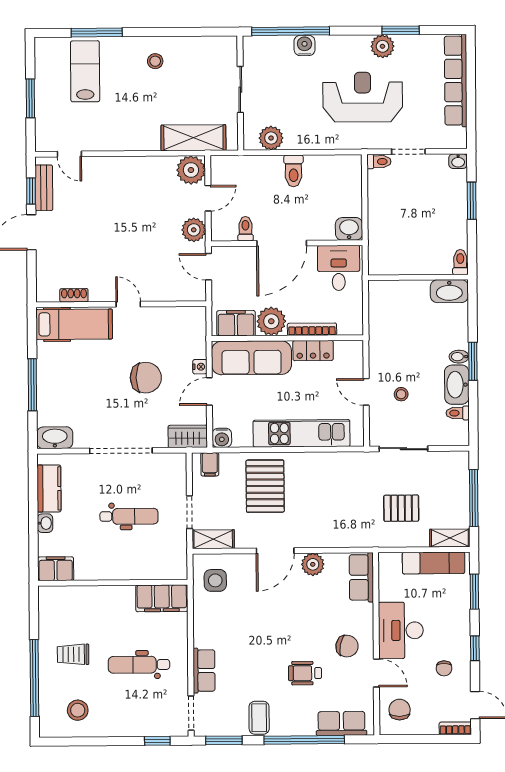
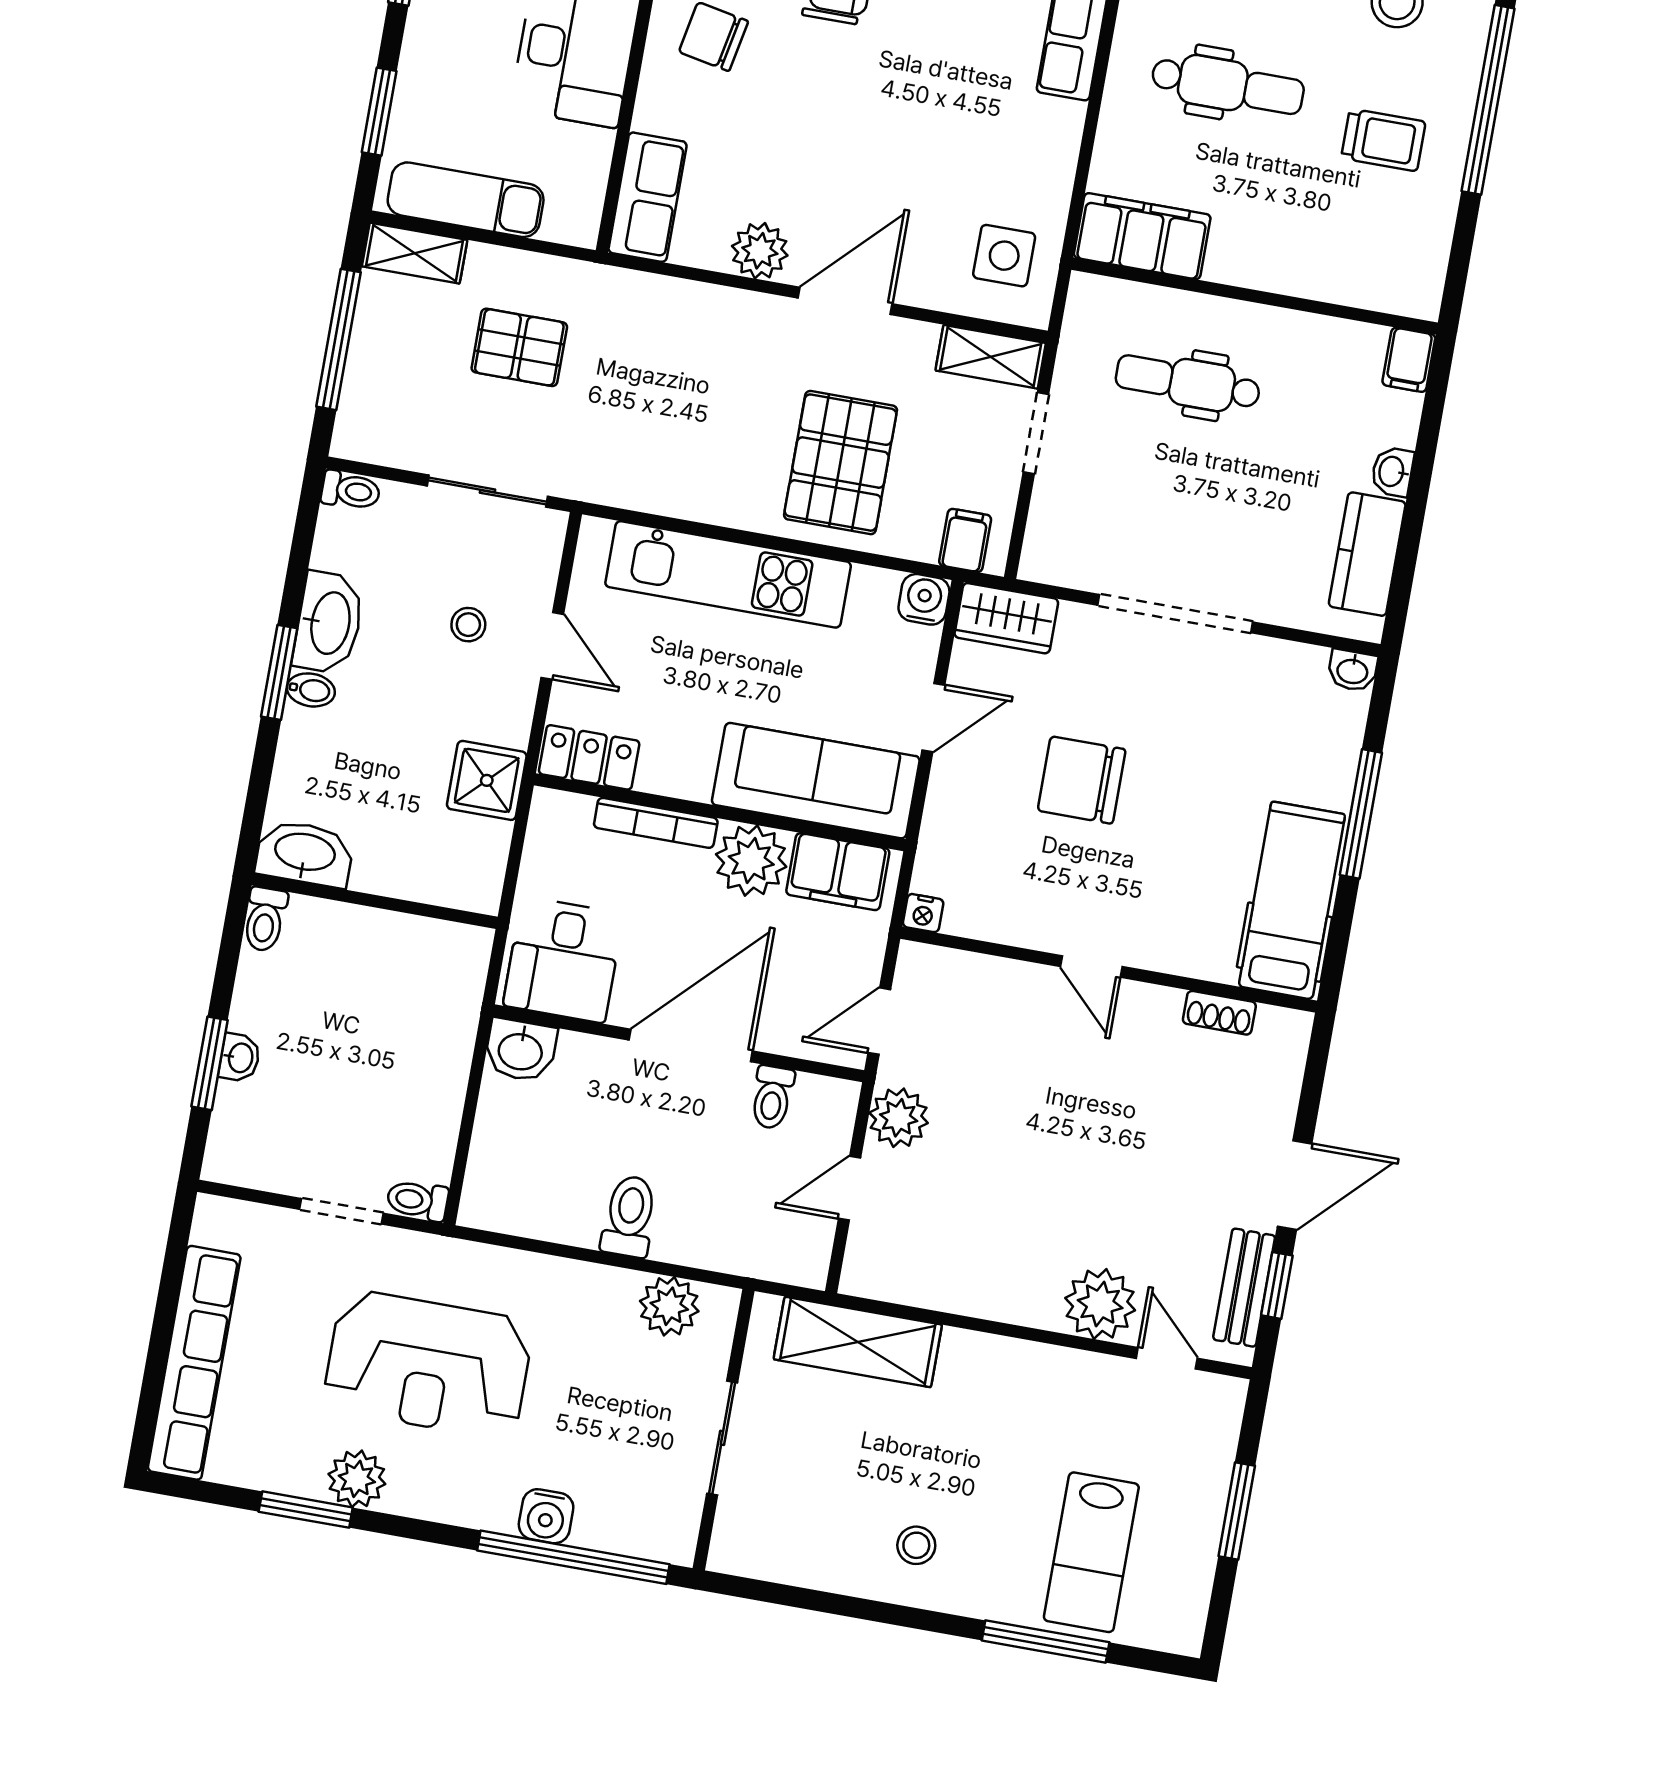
washbasin: (458, 161) -> (240, 1058), moved, turned 90
plant: (191, 170) -> (1100, 1304), moved
door: (208, 267) -> (879, 1021), swing flipped
hospital bed: (74, 324) -> (1292, 900), moved, turned 90
shower: (382, 334) -> (487, 780), added
locker: (313, 351) -> (589, 757), moved
nightstand: (200, 367) -> (923, 913), moved, turned -90
toilet: (458, 413) -> (351, 491), moved
washbasin: (55, 438) -> (1352, 670), width x0.52, depth x0.69
dental chair: (129, 516) -> (1188, 383), moved
filing cabinet: (56, 569) -> (1409, 360), width x0.50

